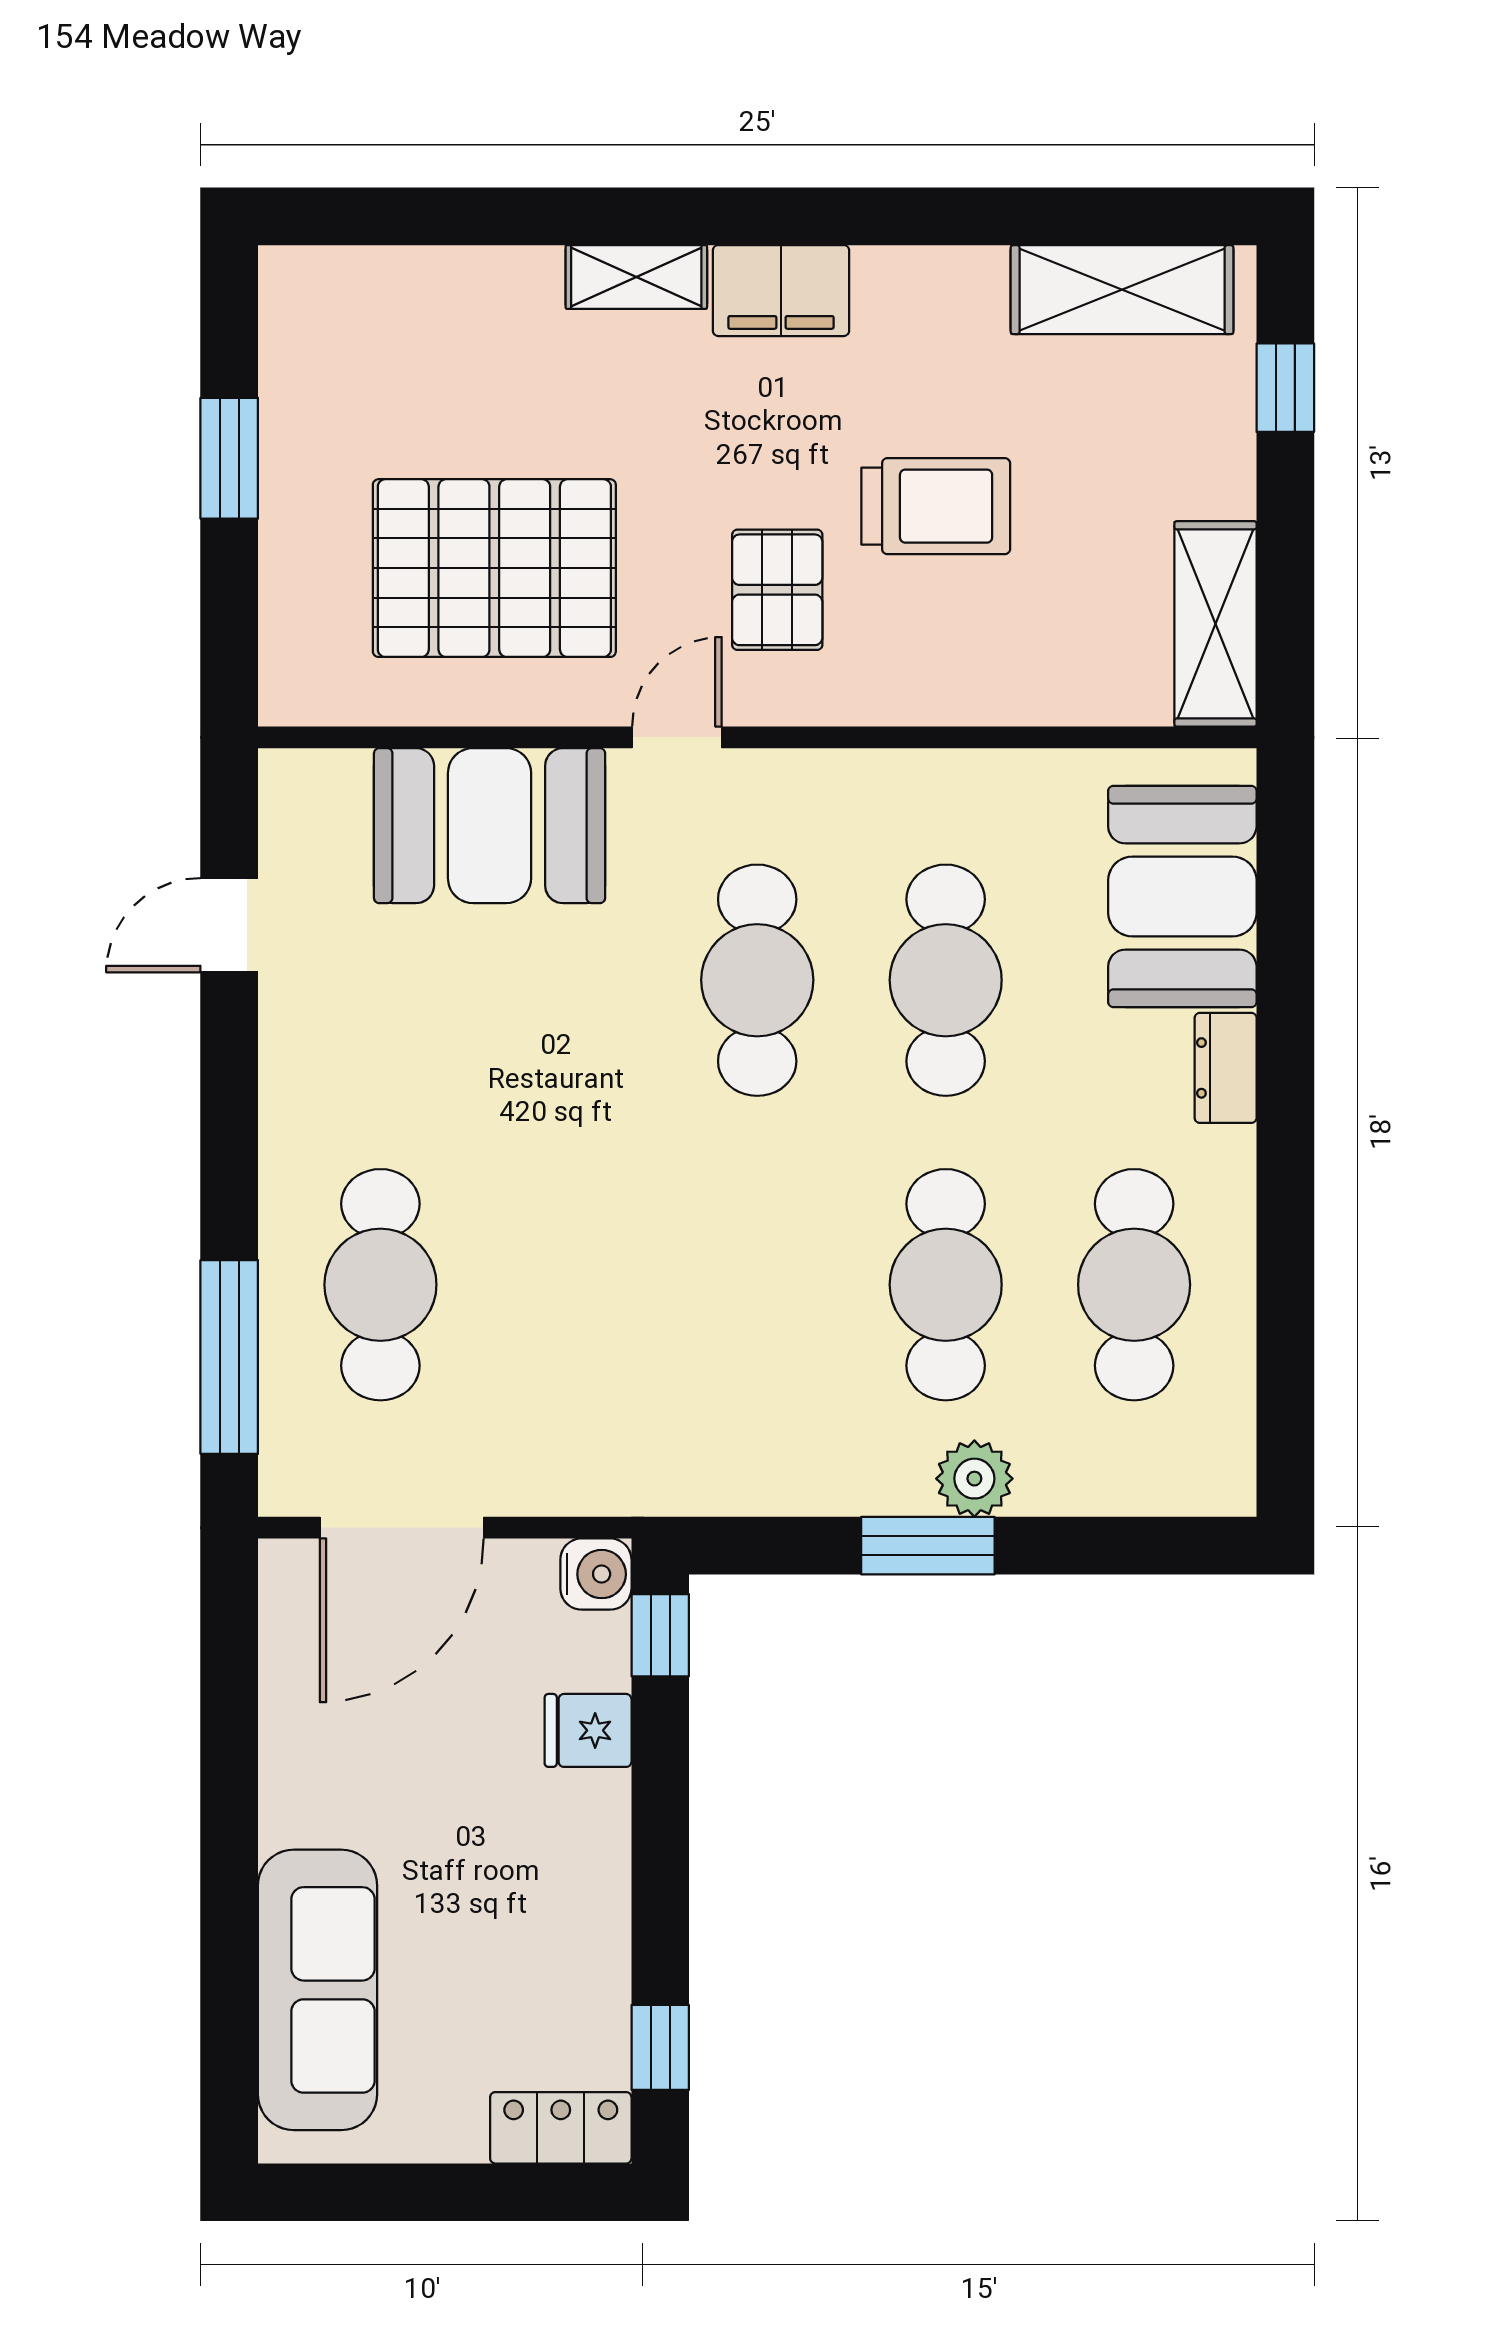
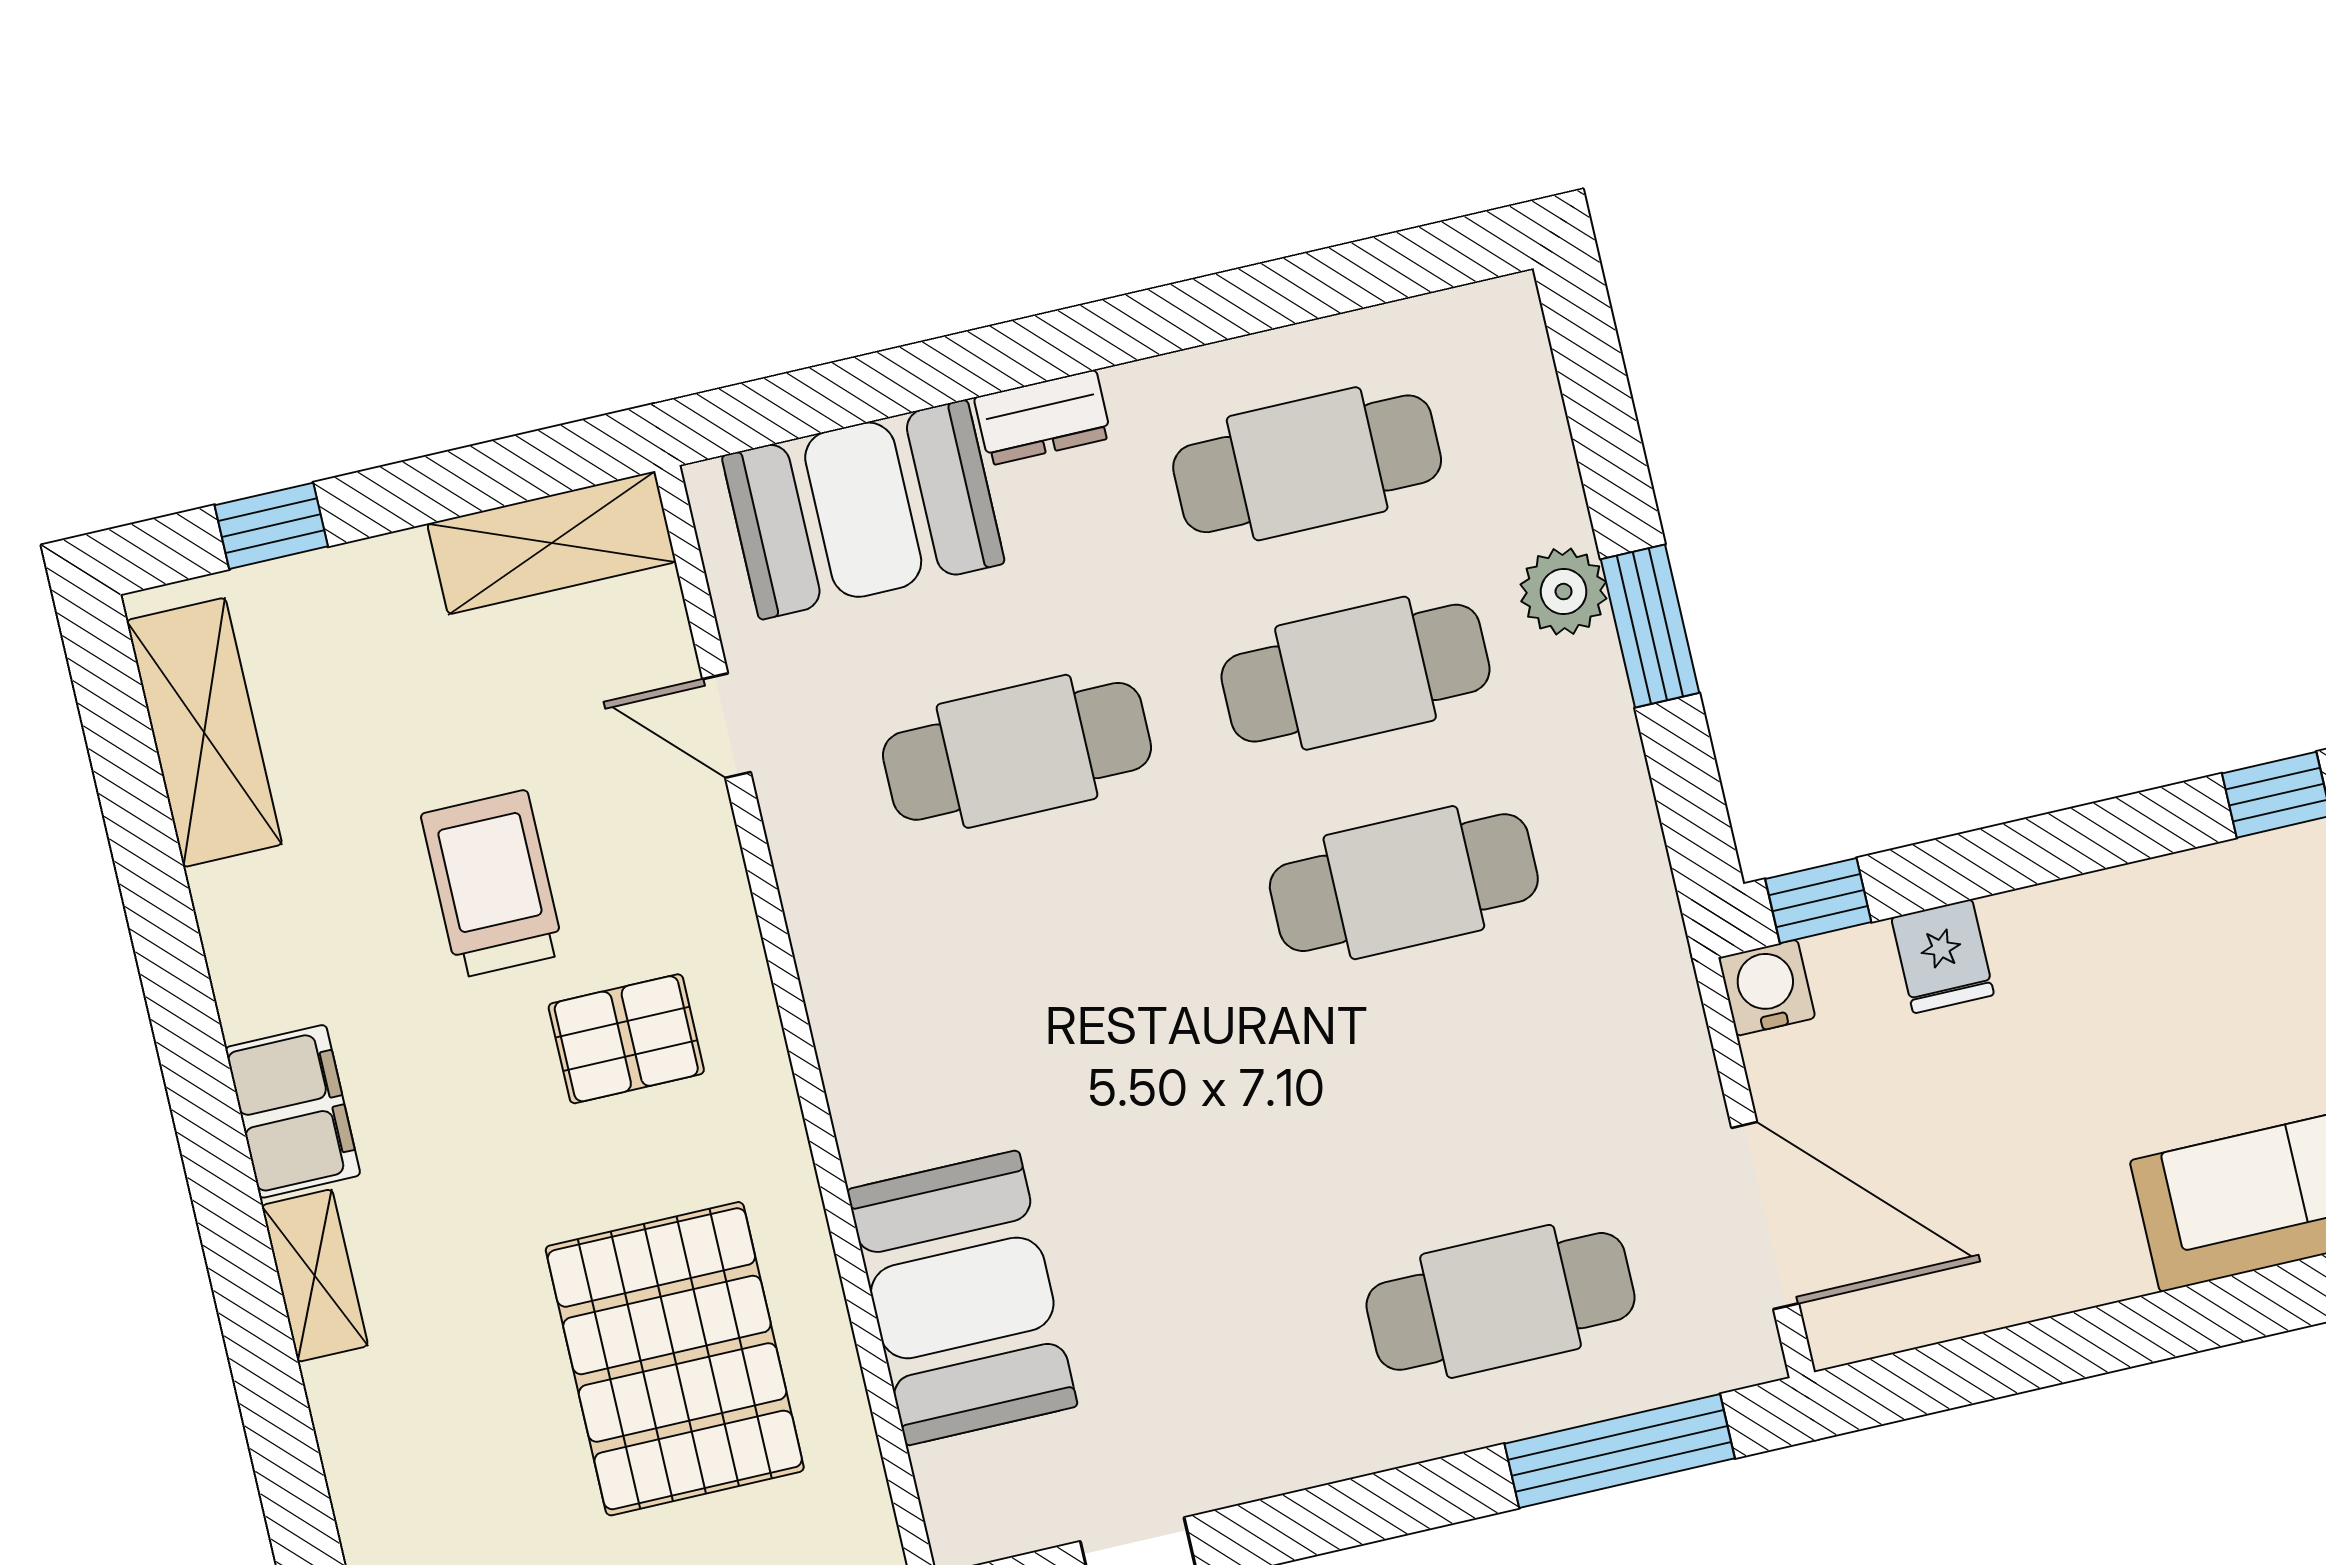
door: (677, 737) -> (727, 726), moved
cafe table: (757, 980) -> (1404, 883), moved

